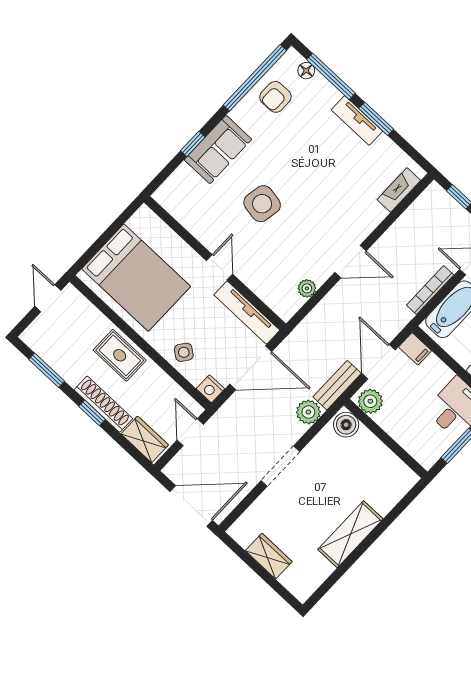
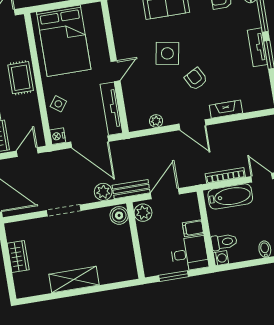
fireplace: (399, 190) -> (226, 109), moved
armchair: (315, 208) -> (196, 79), added
filing cabinet: (415, 349) -> (193, 228), moved, turned 90

